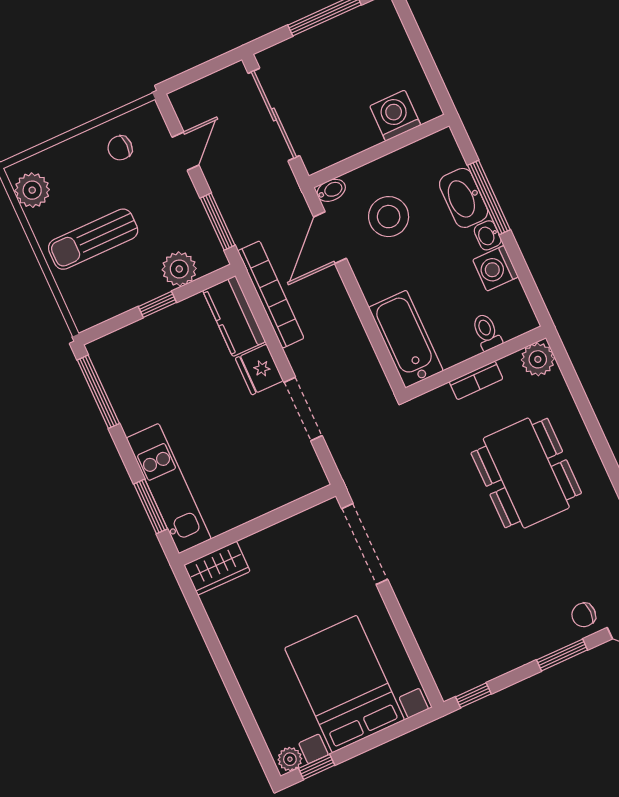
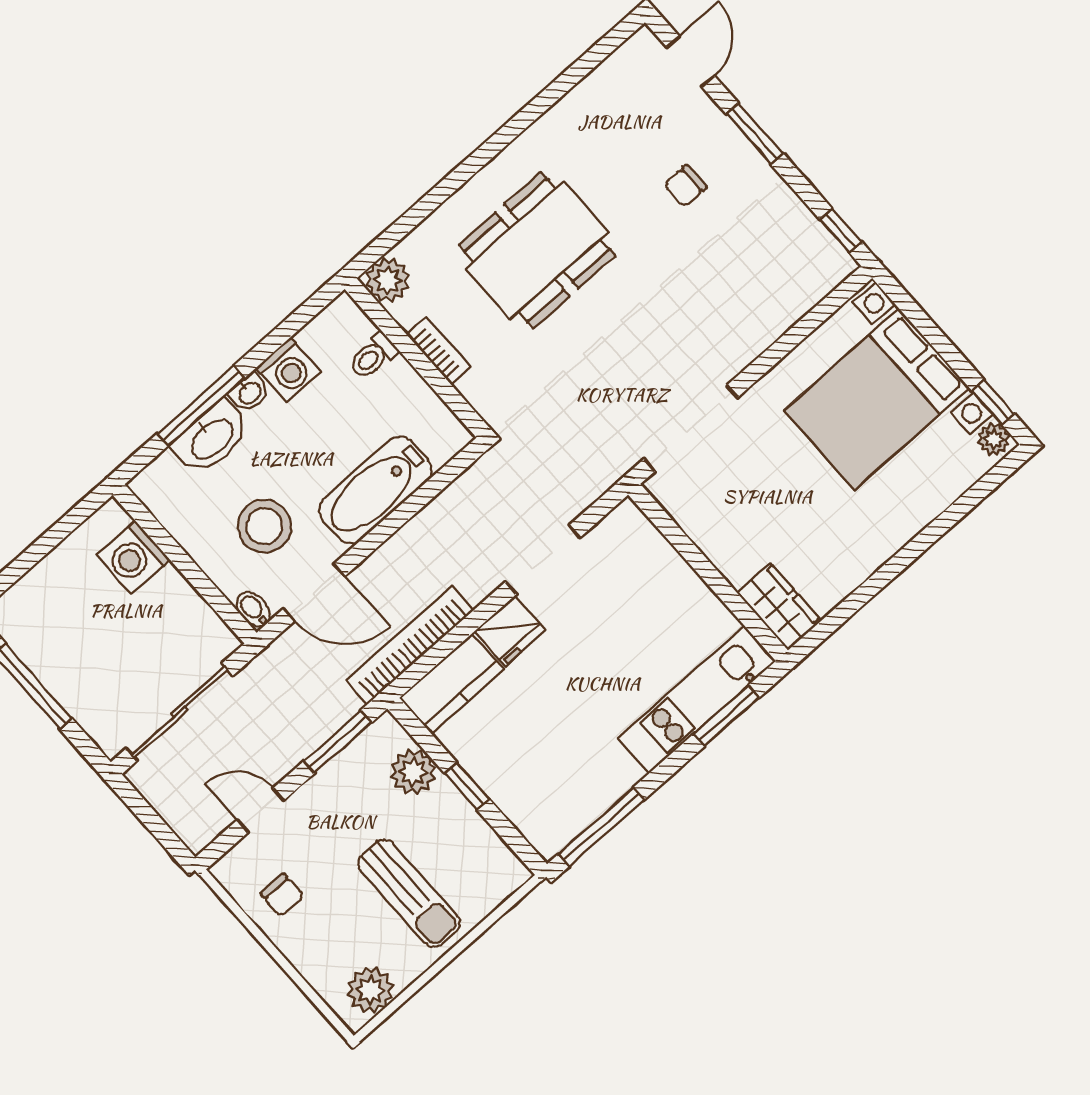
bathtub: (406, 339) -> (375, 490), moved
chair: (584, 615) -> (685, 186), moved, turned 90

